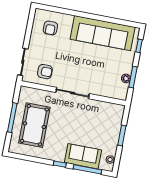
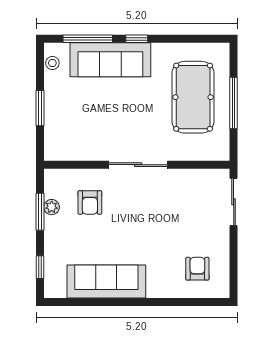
sofa: (103, 33) -> (106, 281), width x0.74, depth x0.79
armchair: (45, 72) -> (90, 202), moved, turned -90
sofa: (83, 156) -> (110, 60), width x1.36

